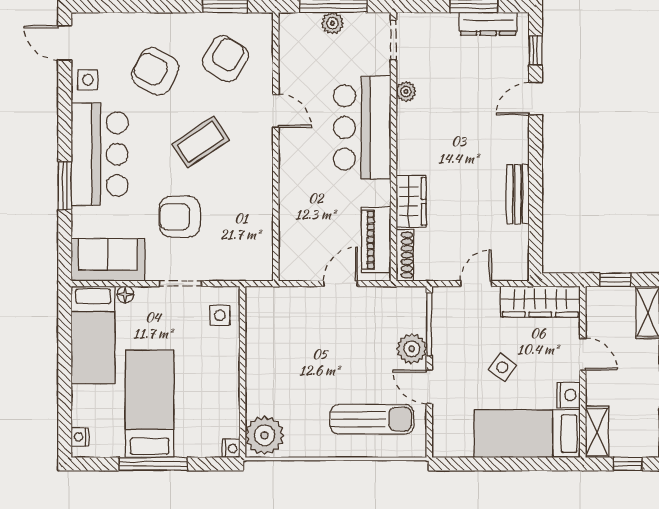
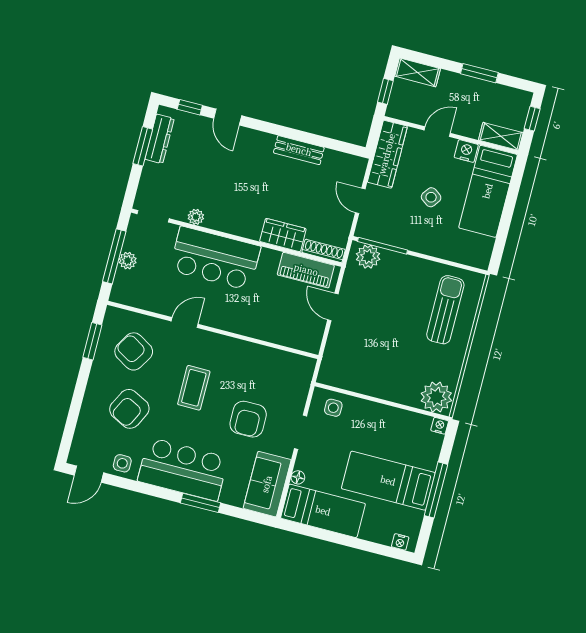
coffee table: (201, 142) -> (194, 388), turned 34
plant: (412, 349) -> (368, 257), moved
door: (429, 387) -> (432, 258), removed

